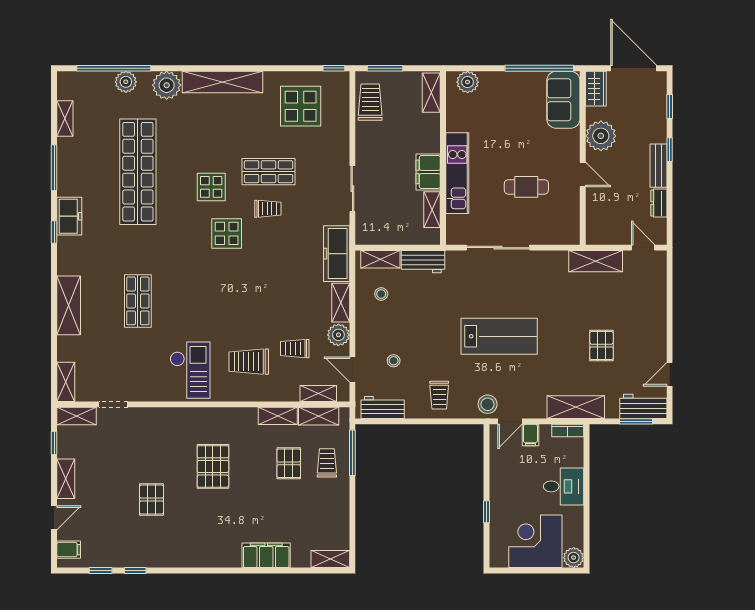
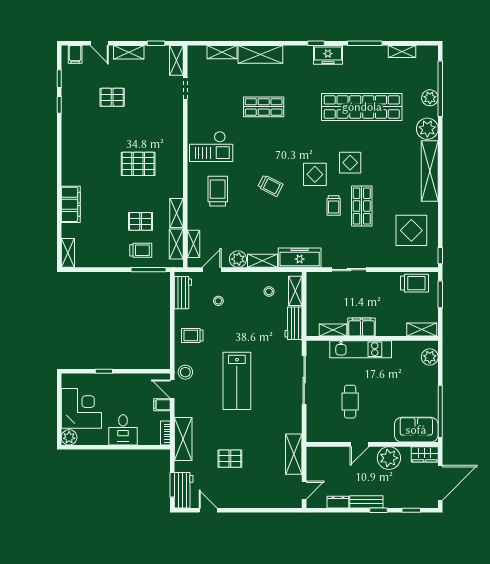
trolley: (295, 349) -> (270, 186), moved, turned 117
shelving: (66, 382) -> (222, 52), moved
pallet: (152, 500) -> (112, 97), moved

